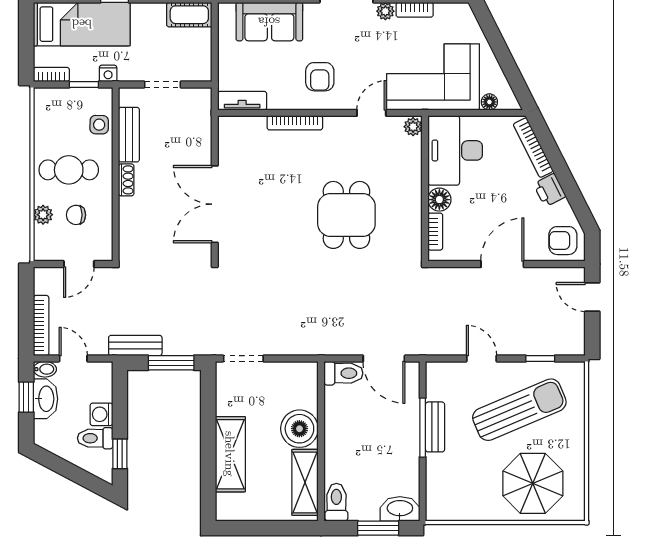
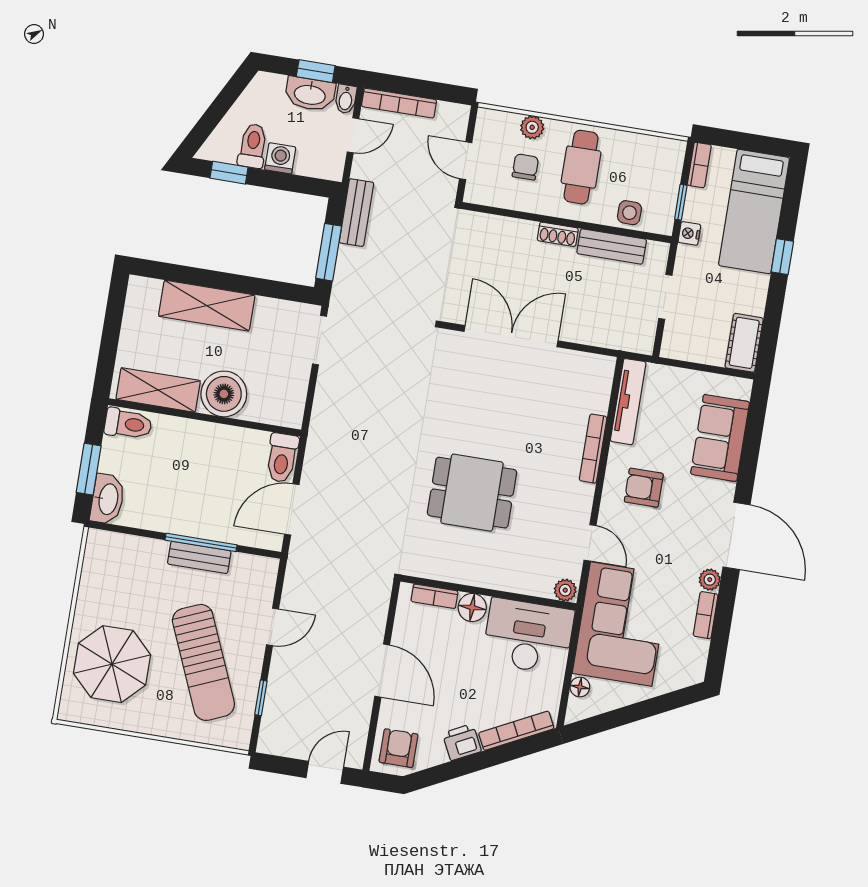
tv unit: (242, 101) -> (628, 402), width x1.41

